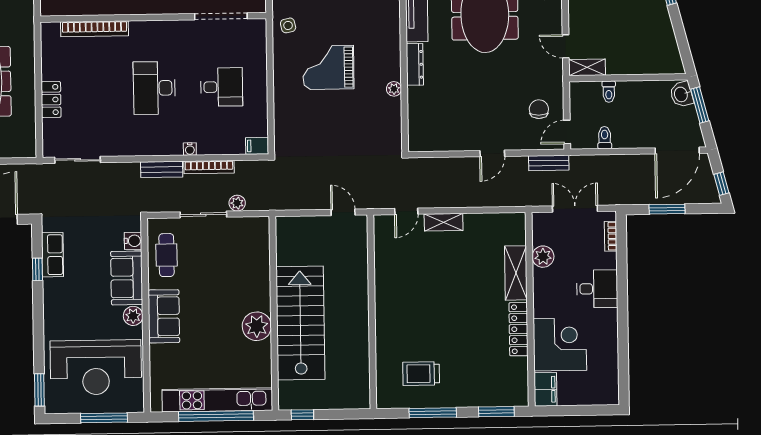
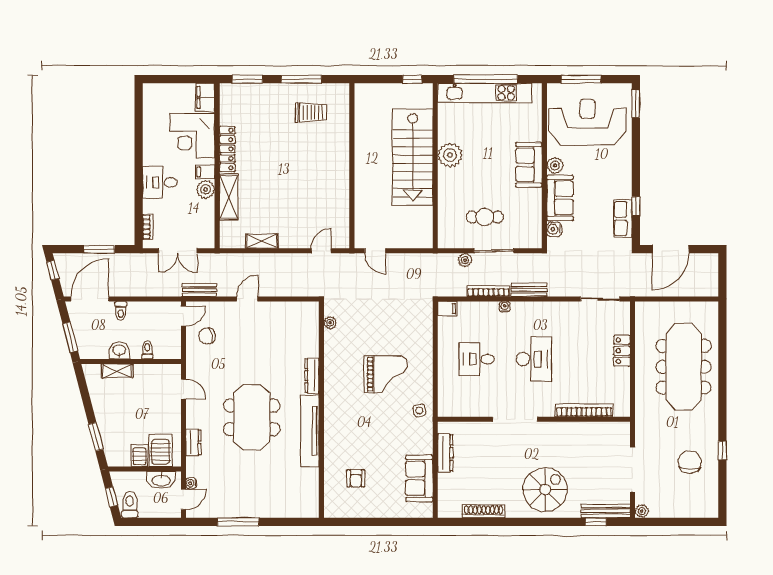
doorway: (221, 16) -> (515, 419), moved
shelving: (587, 67) -> (117, 371), moved
plant: (394, 89) -> (330, 323), moved
washbasin: (681, 94) -> (119, 351), moved, turned -75
chair: (539, 109) -> (207, 336), turned 79
toilet: (605, 138) -> (121, 311), moved
shelving: (444, 222) -> (262, 241), moved
cafe table: (167, 255) -> (485, 217), moved, turned 90
plant: (543, 257) -> (206, 189), moved
filing cabinet: (544, 302) -> (205, 172), added

